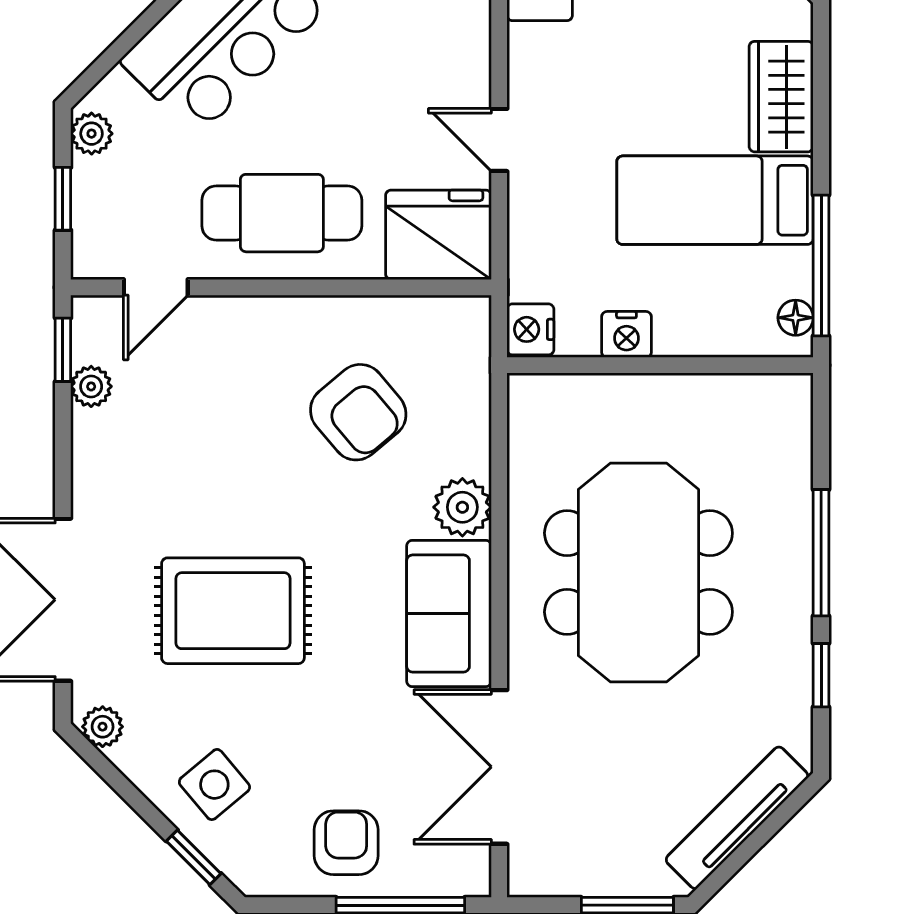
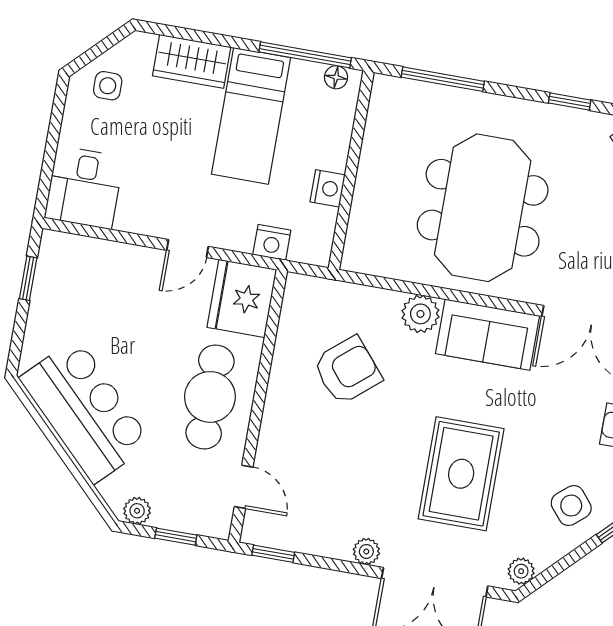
nightstand: (530, 329) -> (272, 242), moved
plant: (91, 386) -> (366, 551), moved
window: (821, 553) -> (443, 79), moved
meeting table: (638, 573) -> (483, 208), turned 90

